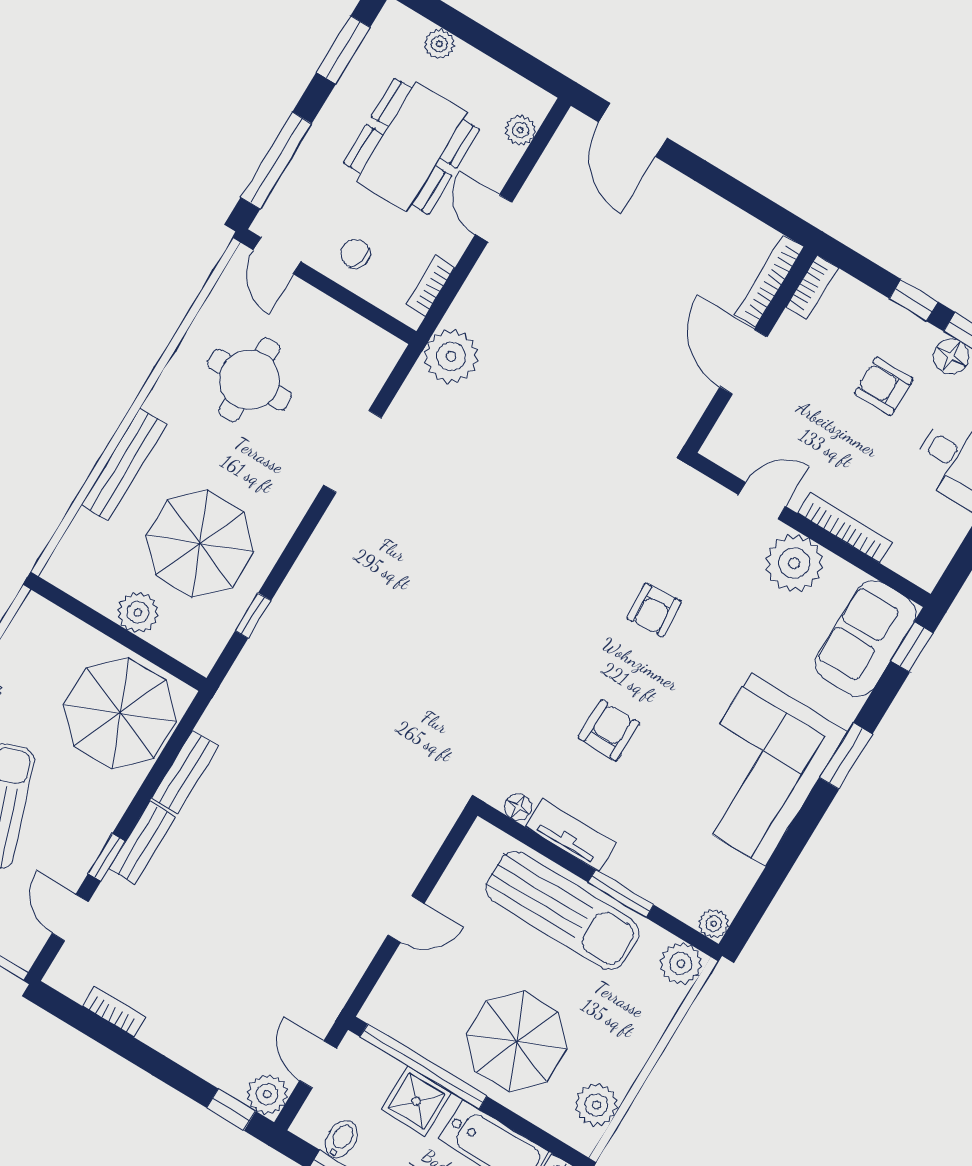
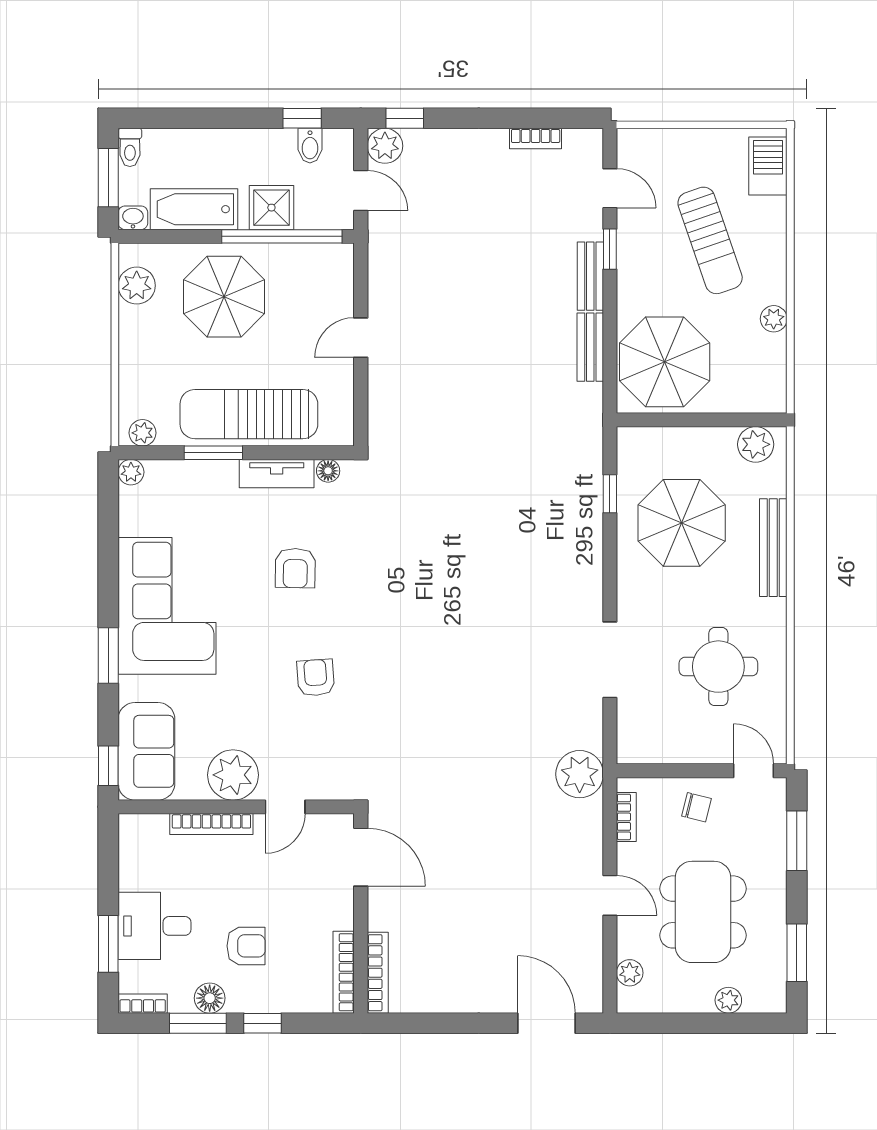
window: (276, 161) -> (797, 841), width x0.69
bookcase: (812, 287) -> (344, 972), width x1.56
door: (744, 362) -> (361, 857), moved
plant: (138, 612) -> (756, 444), moved
plant: (681, 964) -> (142, 433), width x0.73, depth x0.73

